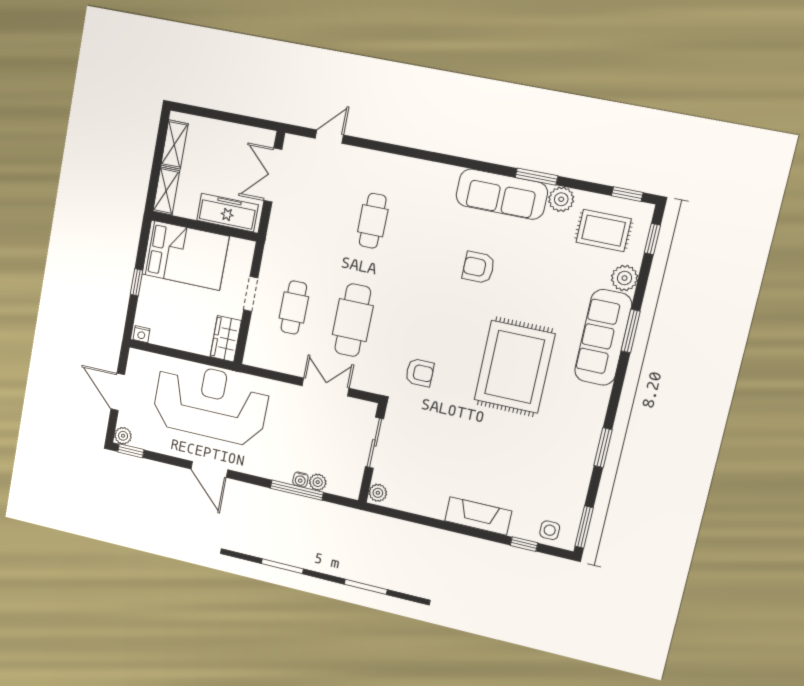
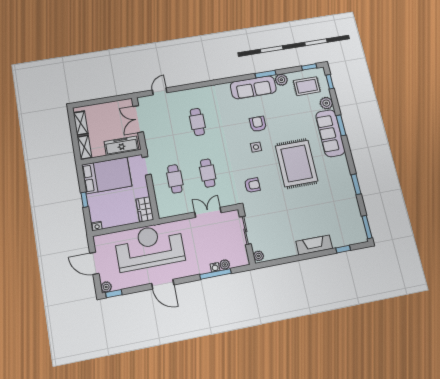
armchair: (478, 267) -> (258, 124), turned 90
doorway: (251, 294) -> (147, 166), moved
cafe table: (353, 320) -> (208, 173), width x0.73, depth x0.74
side table: (550, 530) -> (256, 147), moved

